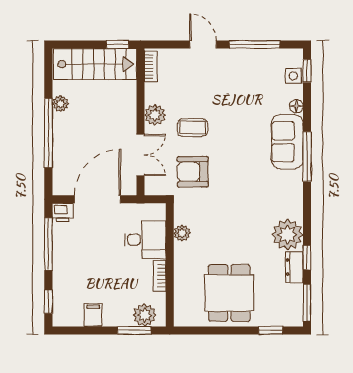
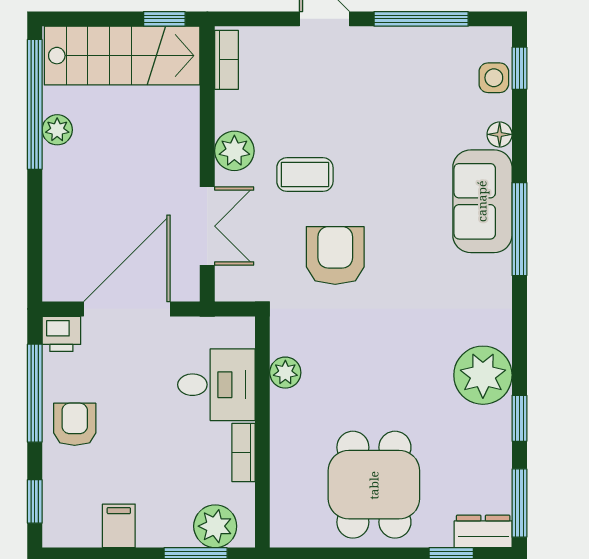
window: (48, 133) -> (35, 104), moved
armchair: (193, 172) -> (335, 255), moved, turned 90
armchair: (70, 261) -> (75, 424), added
dresser: (294, 267) -> (483, 531), moved, turned 90

